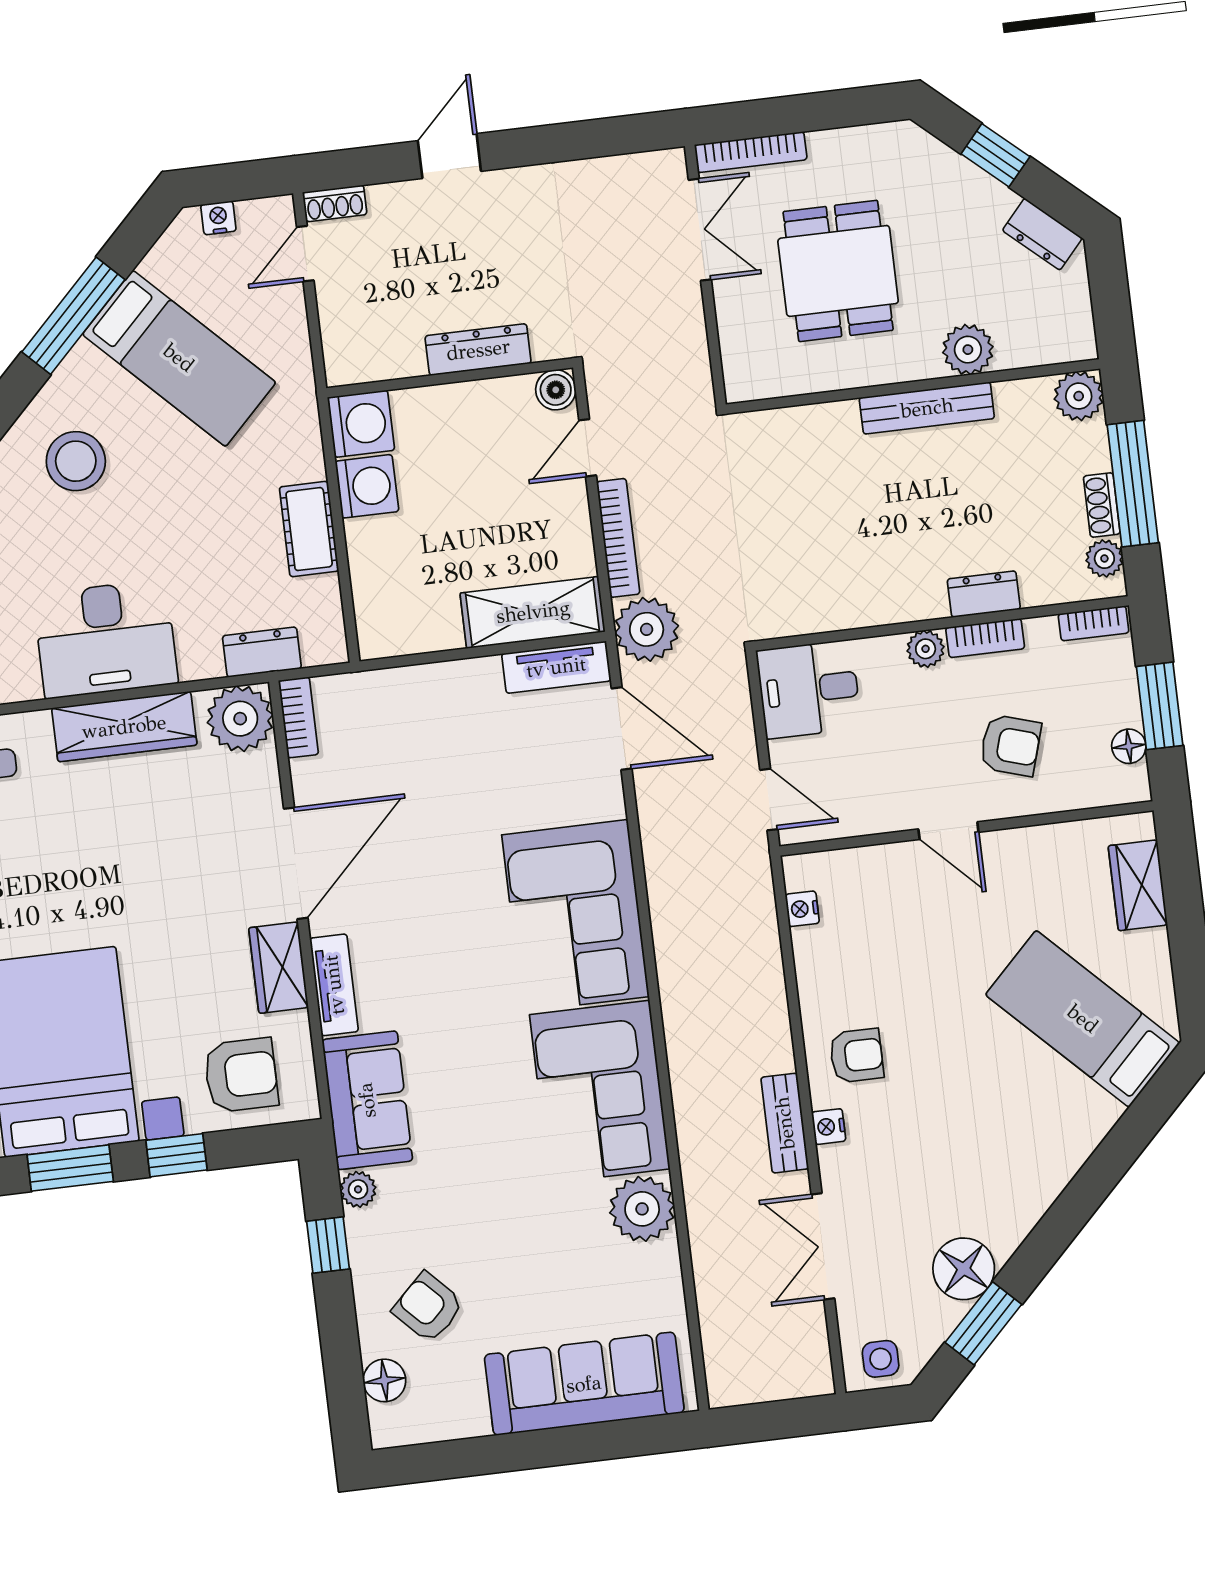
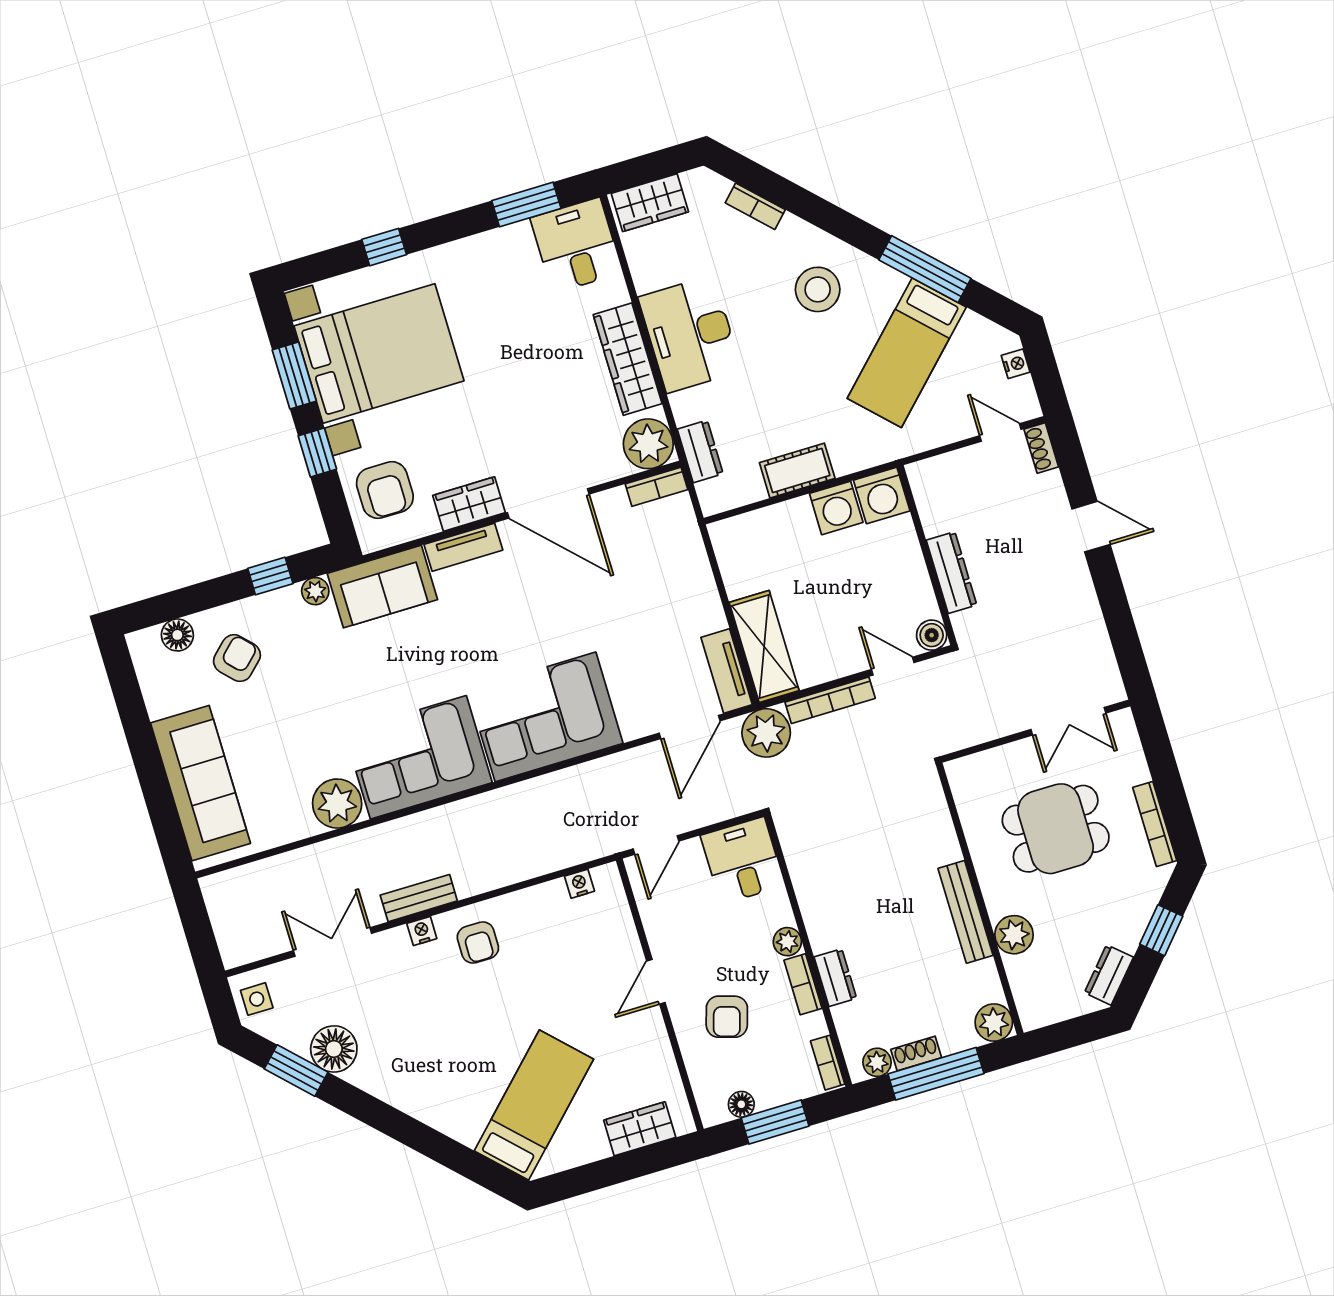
bookcase: (751, 152) -> (1155, 824), moved

